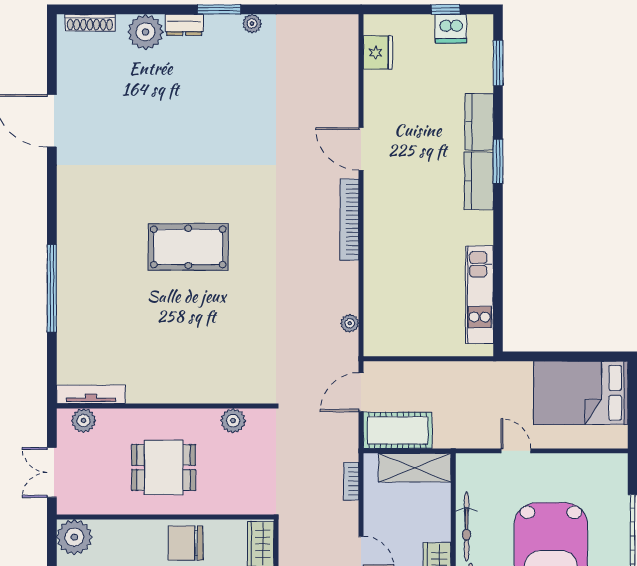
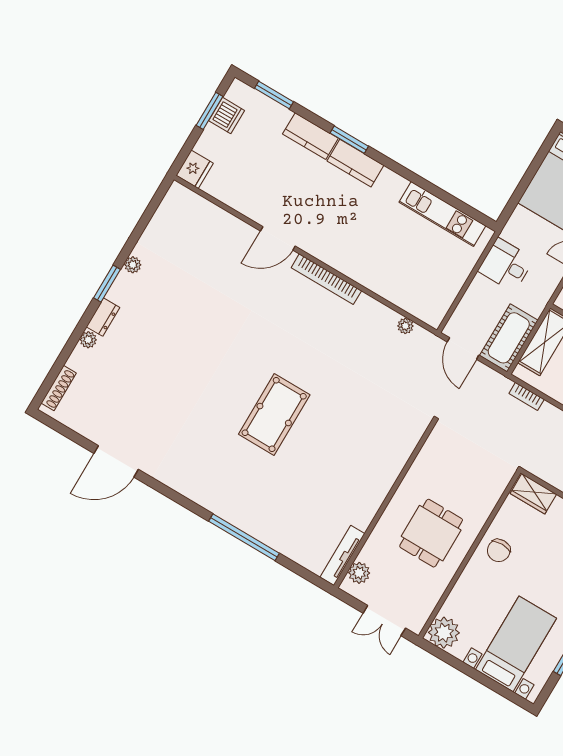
window: (445, 9) -> (209, 111), width x1.50
plant: (145, 32) -> (88, 340), width x0.53, depth x0.53
fridge: (378, 53) -> (195, 169), moved, turned 90
desk: (467, 386) -> (506, 265), added
plant: (233, 421) -> (427, 459), removed
chair: (186, 543) -> (499, 551), width x0.73, depth x0.73

